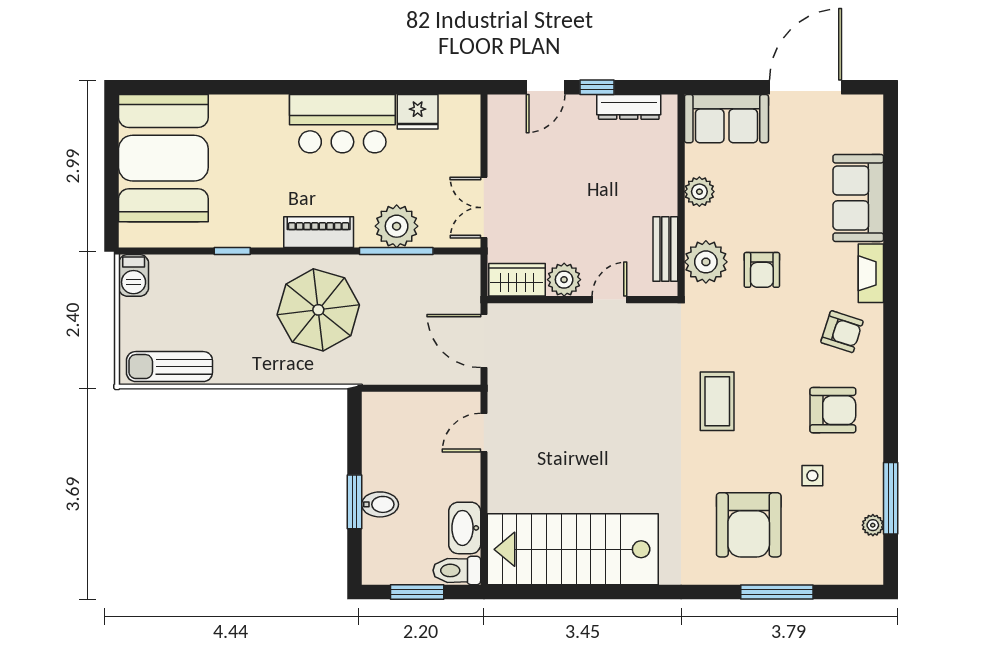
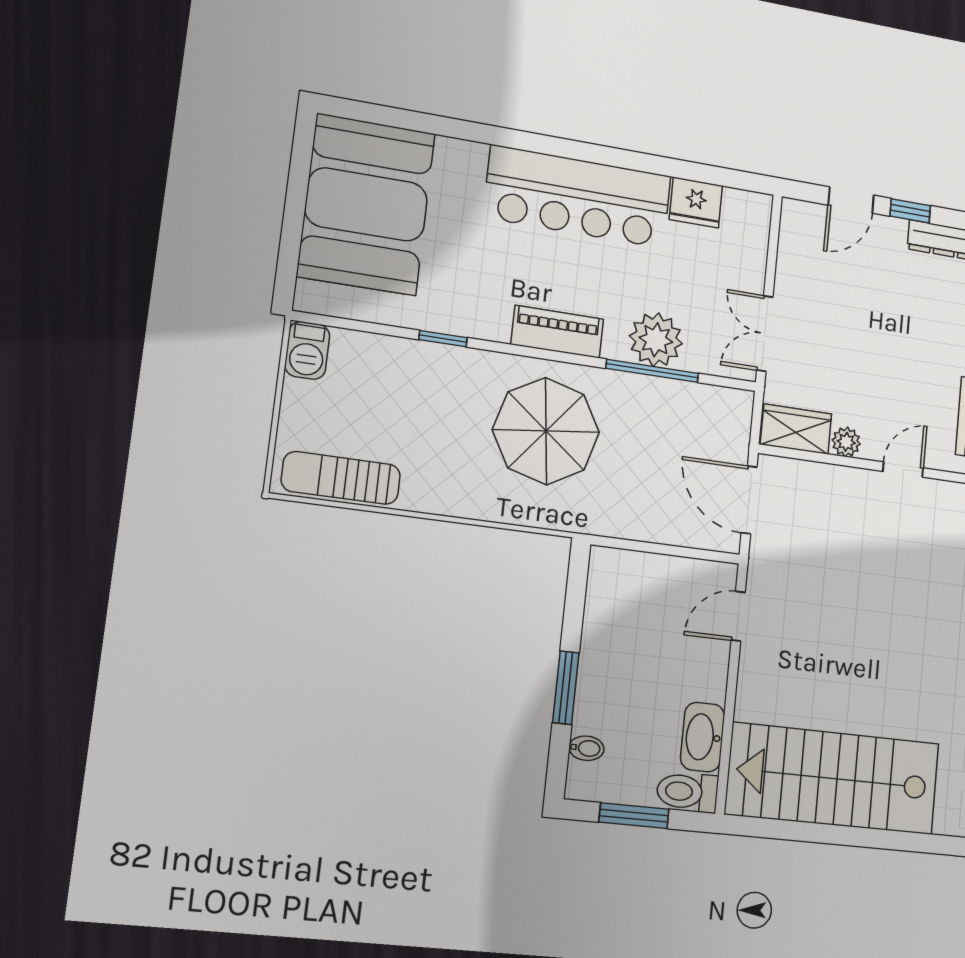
bar counter: (342, 124) -> (578, 197), width x1.36
plant: (564, 280) -> (846, 442), width x0.73, depth x0.73
bidet: (380, 504) -> (586, 748), moved, width x0.72, depth x0.74

